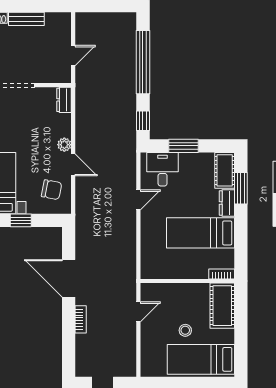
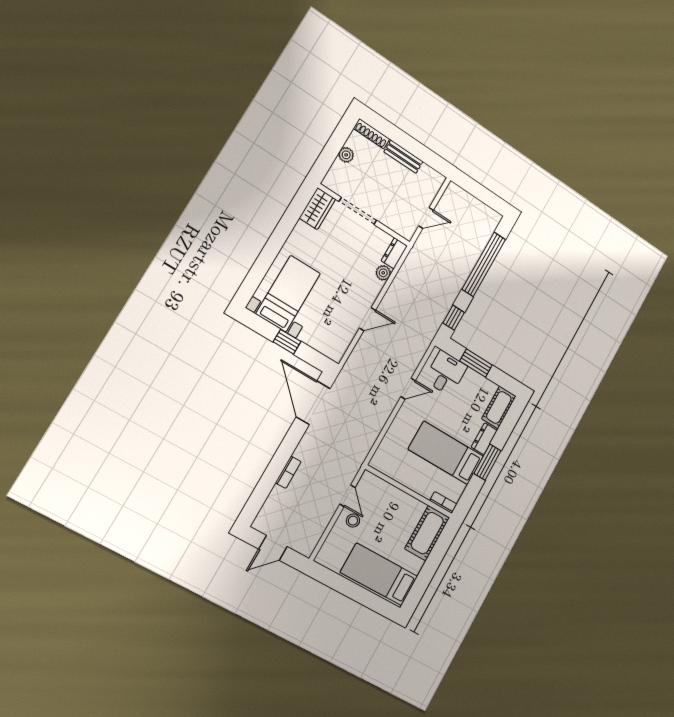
plant: (64, 145) -> (383, 273), moved
door: (73, 165) -> (368, 319), hinge flipped
window: (241, 188) -> (488, 462), moved
chair: (52, 190) -> (334, 330), removed
door: (69, 278) -> (313, 403), moved
door: (138, 312) -> (347, 496), hinge flipped
stool: (185, 330) -> (353, 521), moved

